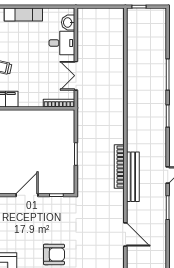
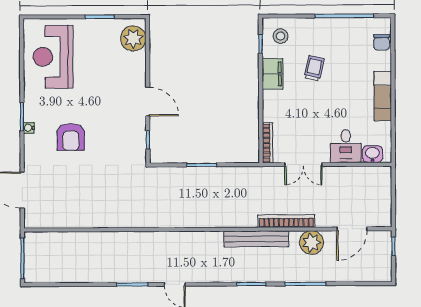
plant: (136, 70) -> (312, 243), added
double door: (76, 76) -> (303, 164), swing flipped
bookcase: (119, 166) -> (286, 221), moved
bench: (133, 177) -> (256, 239), moved
door: (125, 234) -> (352, 229), moved

